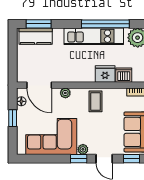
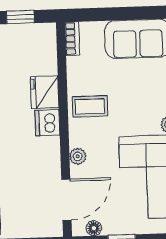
dishwasher: (124, 75) -> (47, 123), moved

